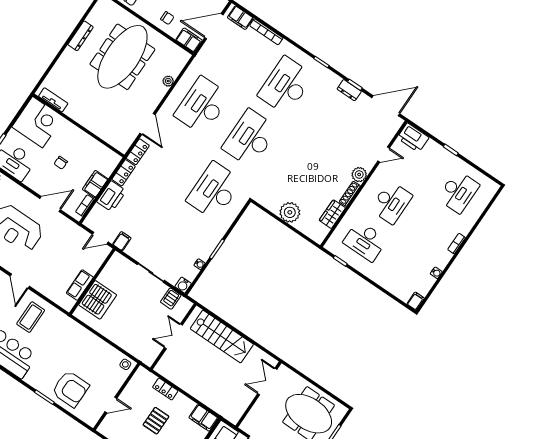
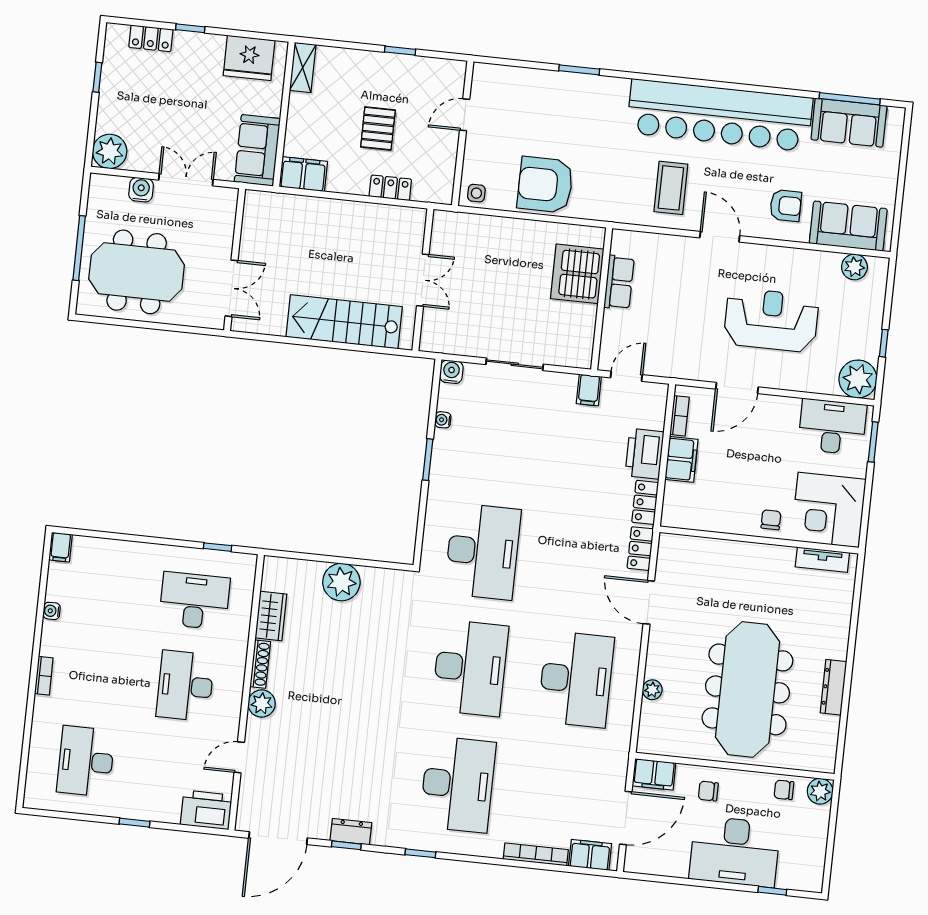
chair: (61, 163) -> (771, 520), moved
server rack: (171, 299) -> (460, 339), removed
armchair: (70, 389) -> (545, 185), moved

